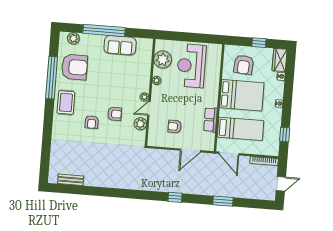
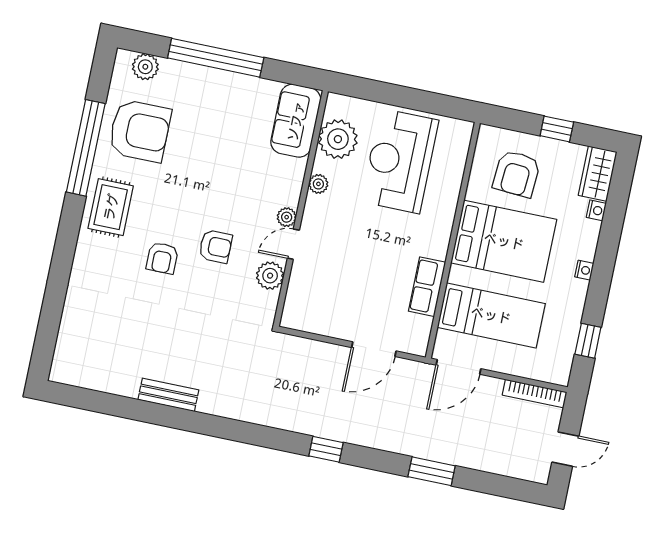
sofa: (120, 45) -> (296, 121), moved, turned 90
armchair: (175, 127) -> (345, 292), removed
door: (229, 153) -> (458, 367), hinge flipped
bench: (71, 180) -> (168, 395), moved

